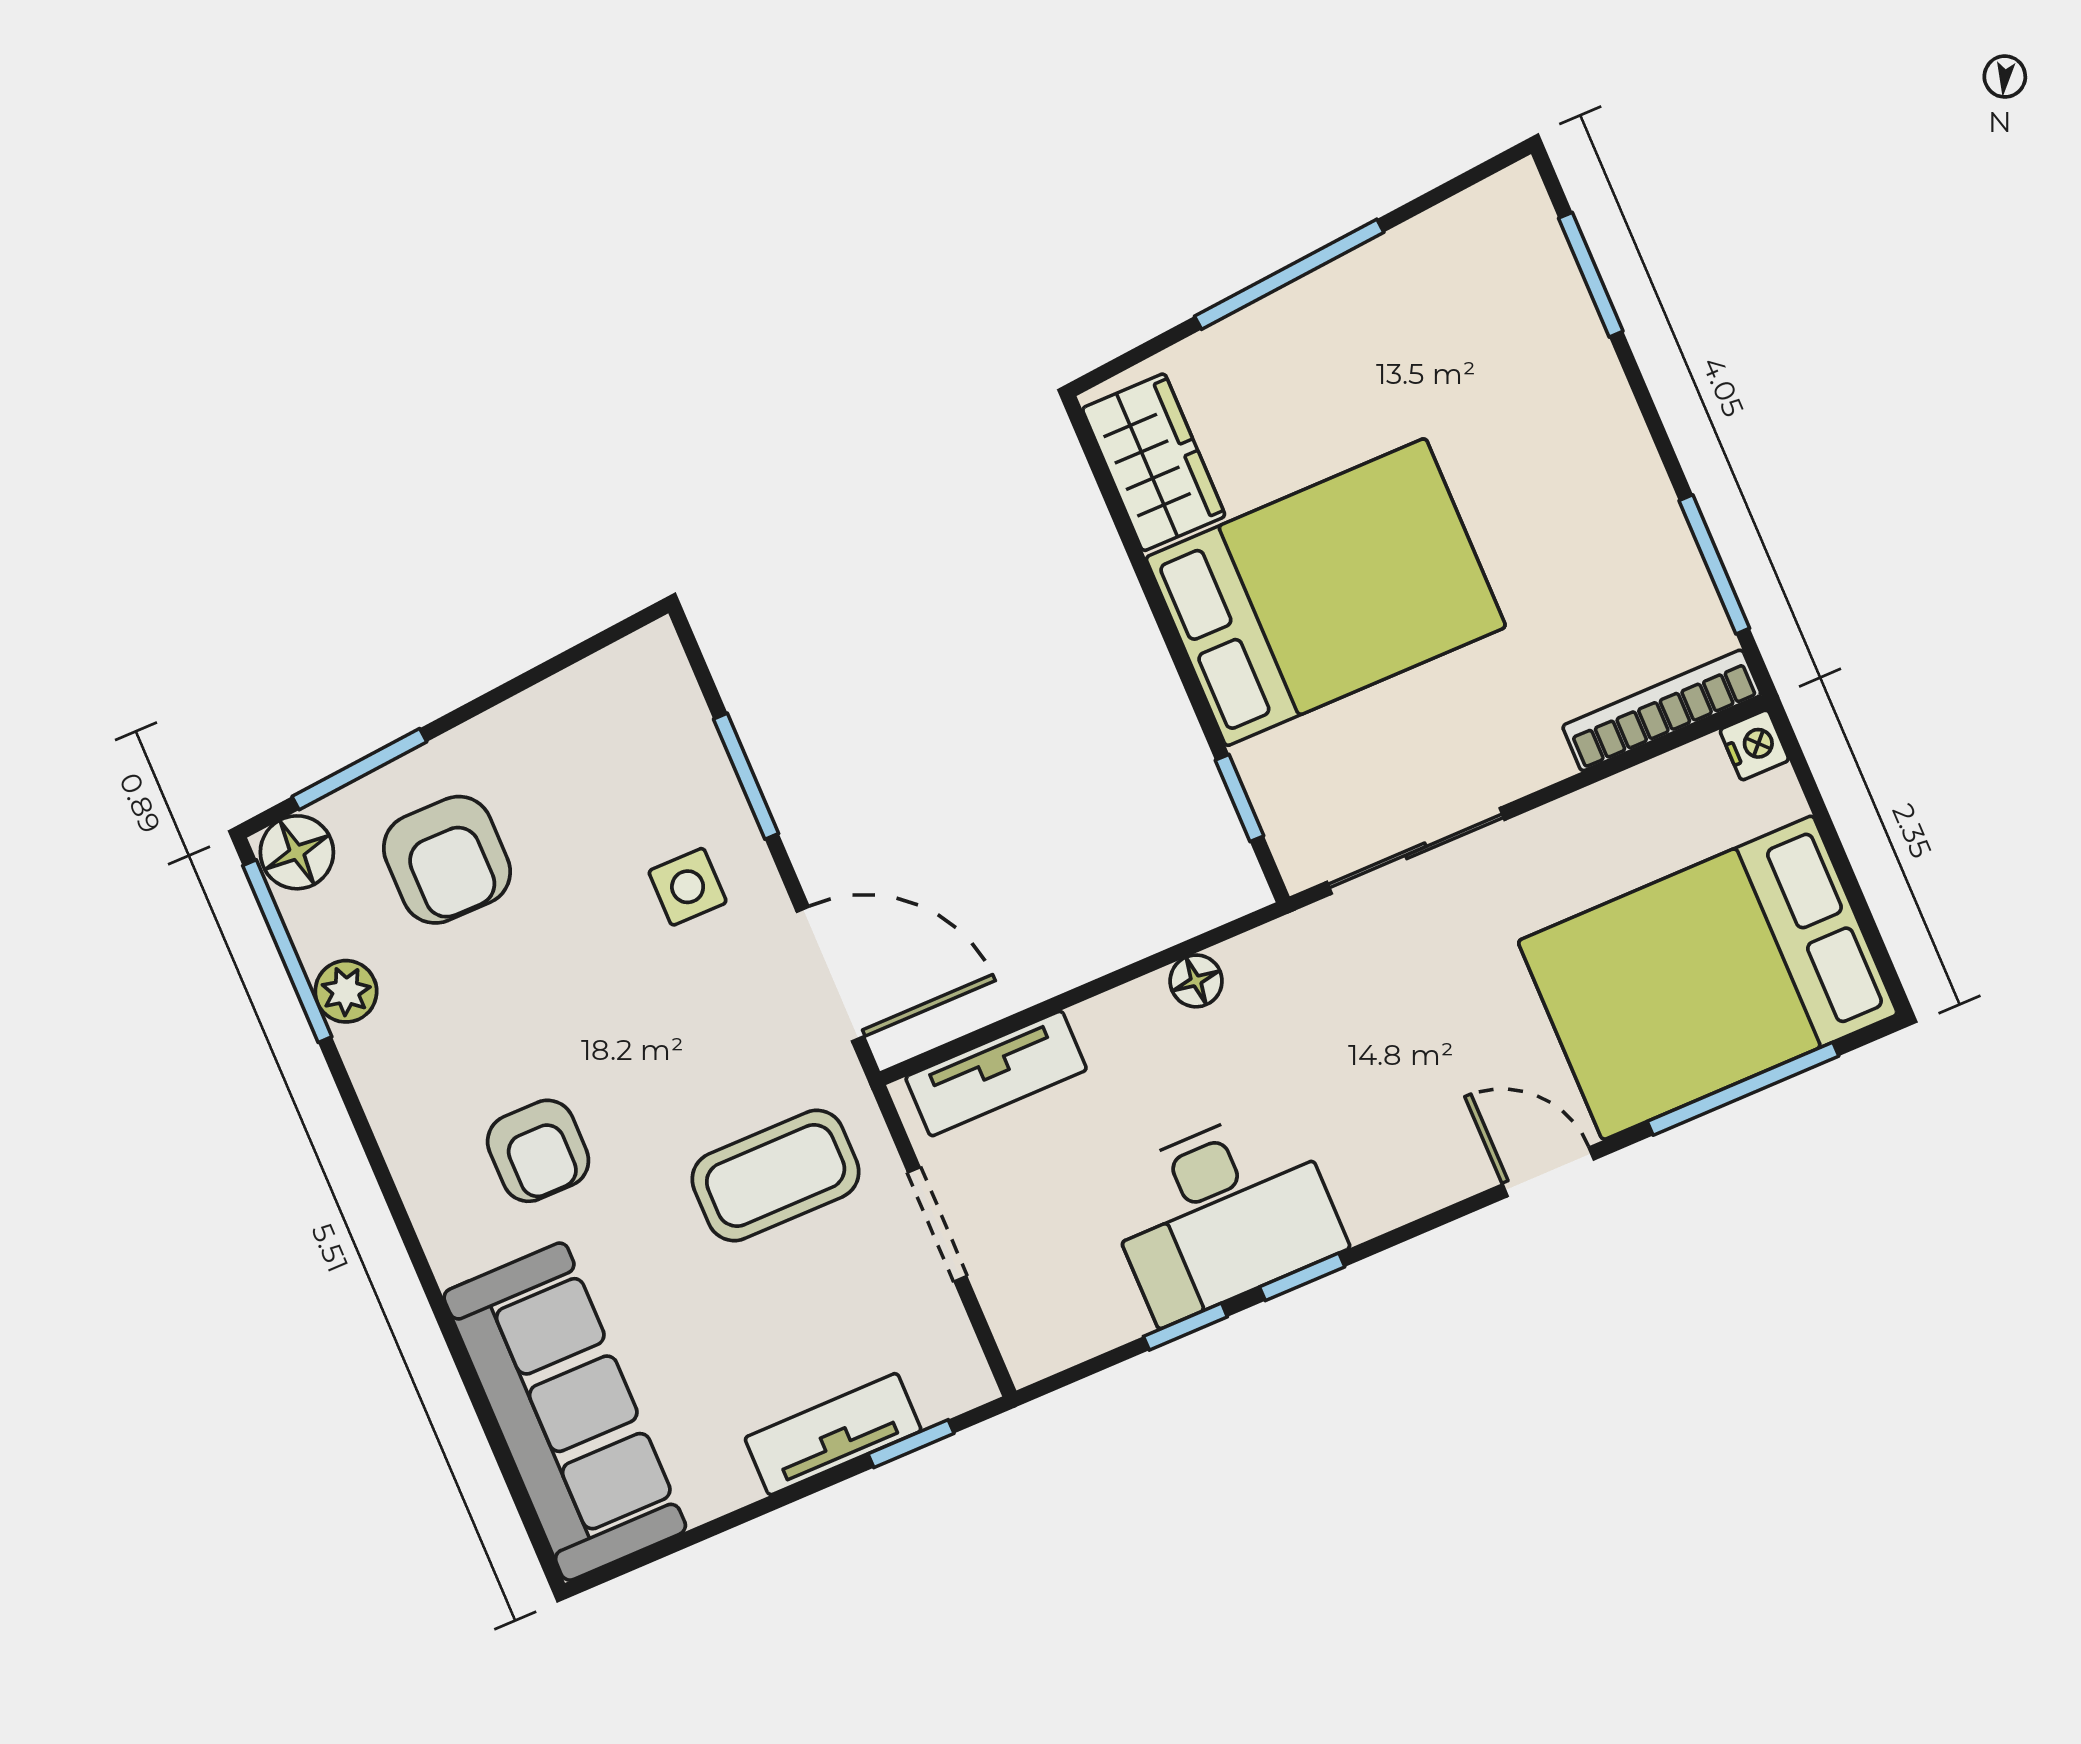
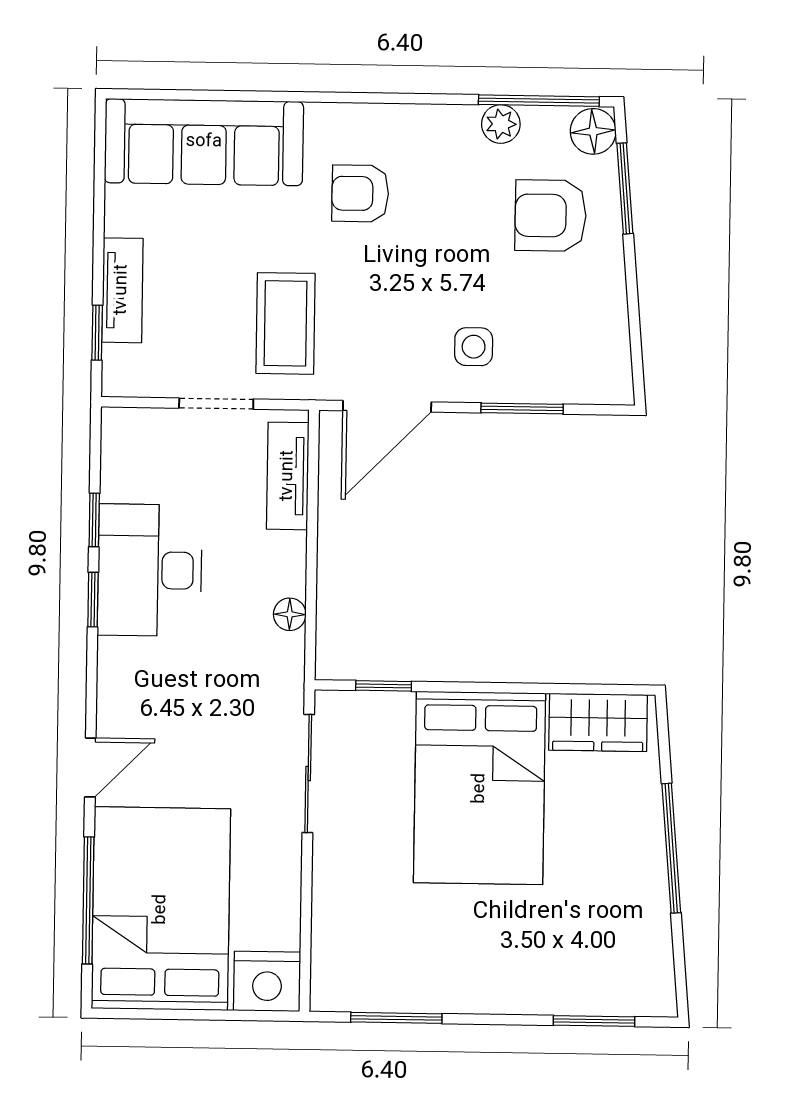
bookcase: (1662, 710) -> (326, 950), removed
nightstand: (1754, 745) -> (267, 981), width x1.89, depth x1.79

